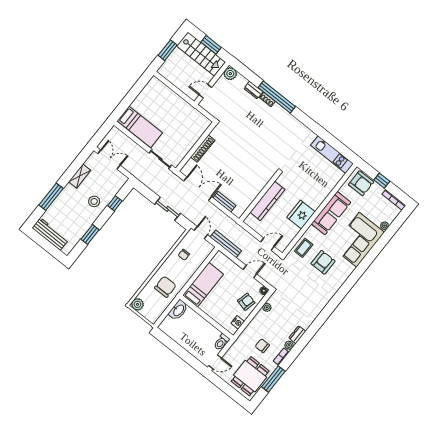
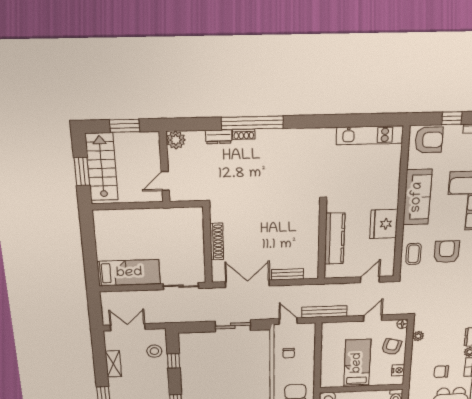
stairs: (201, 54) -> (102, 167), moved, turned -90
stool: (94, 201) -> (154, 351), moved
bed: (203, 285) -> (357, 363), moved

